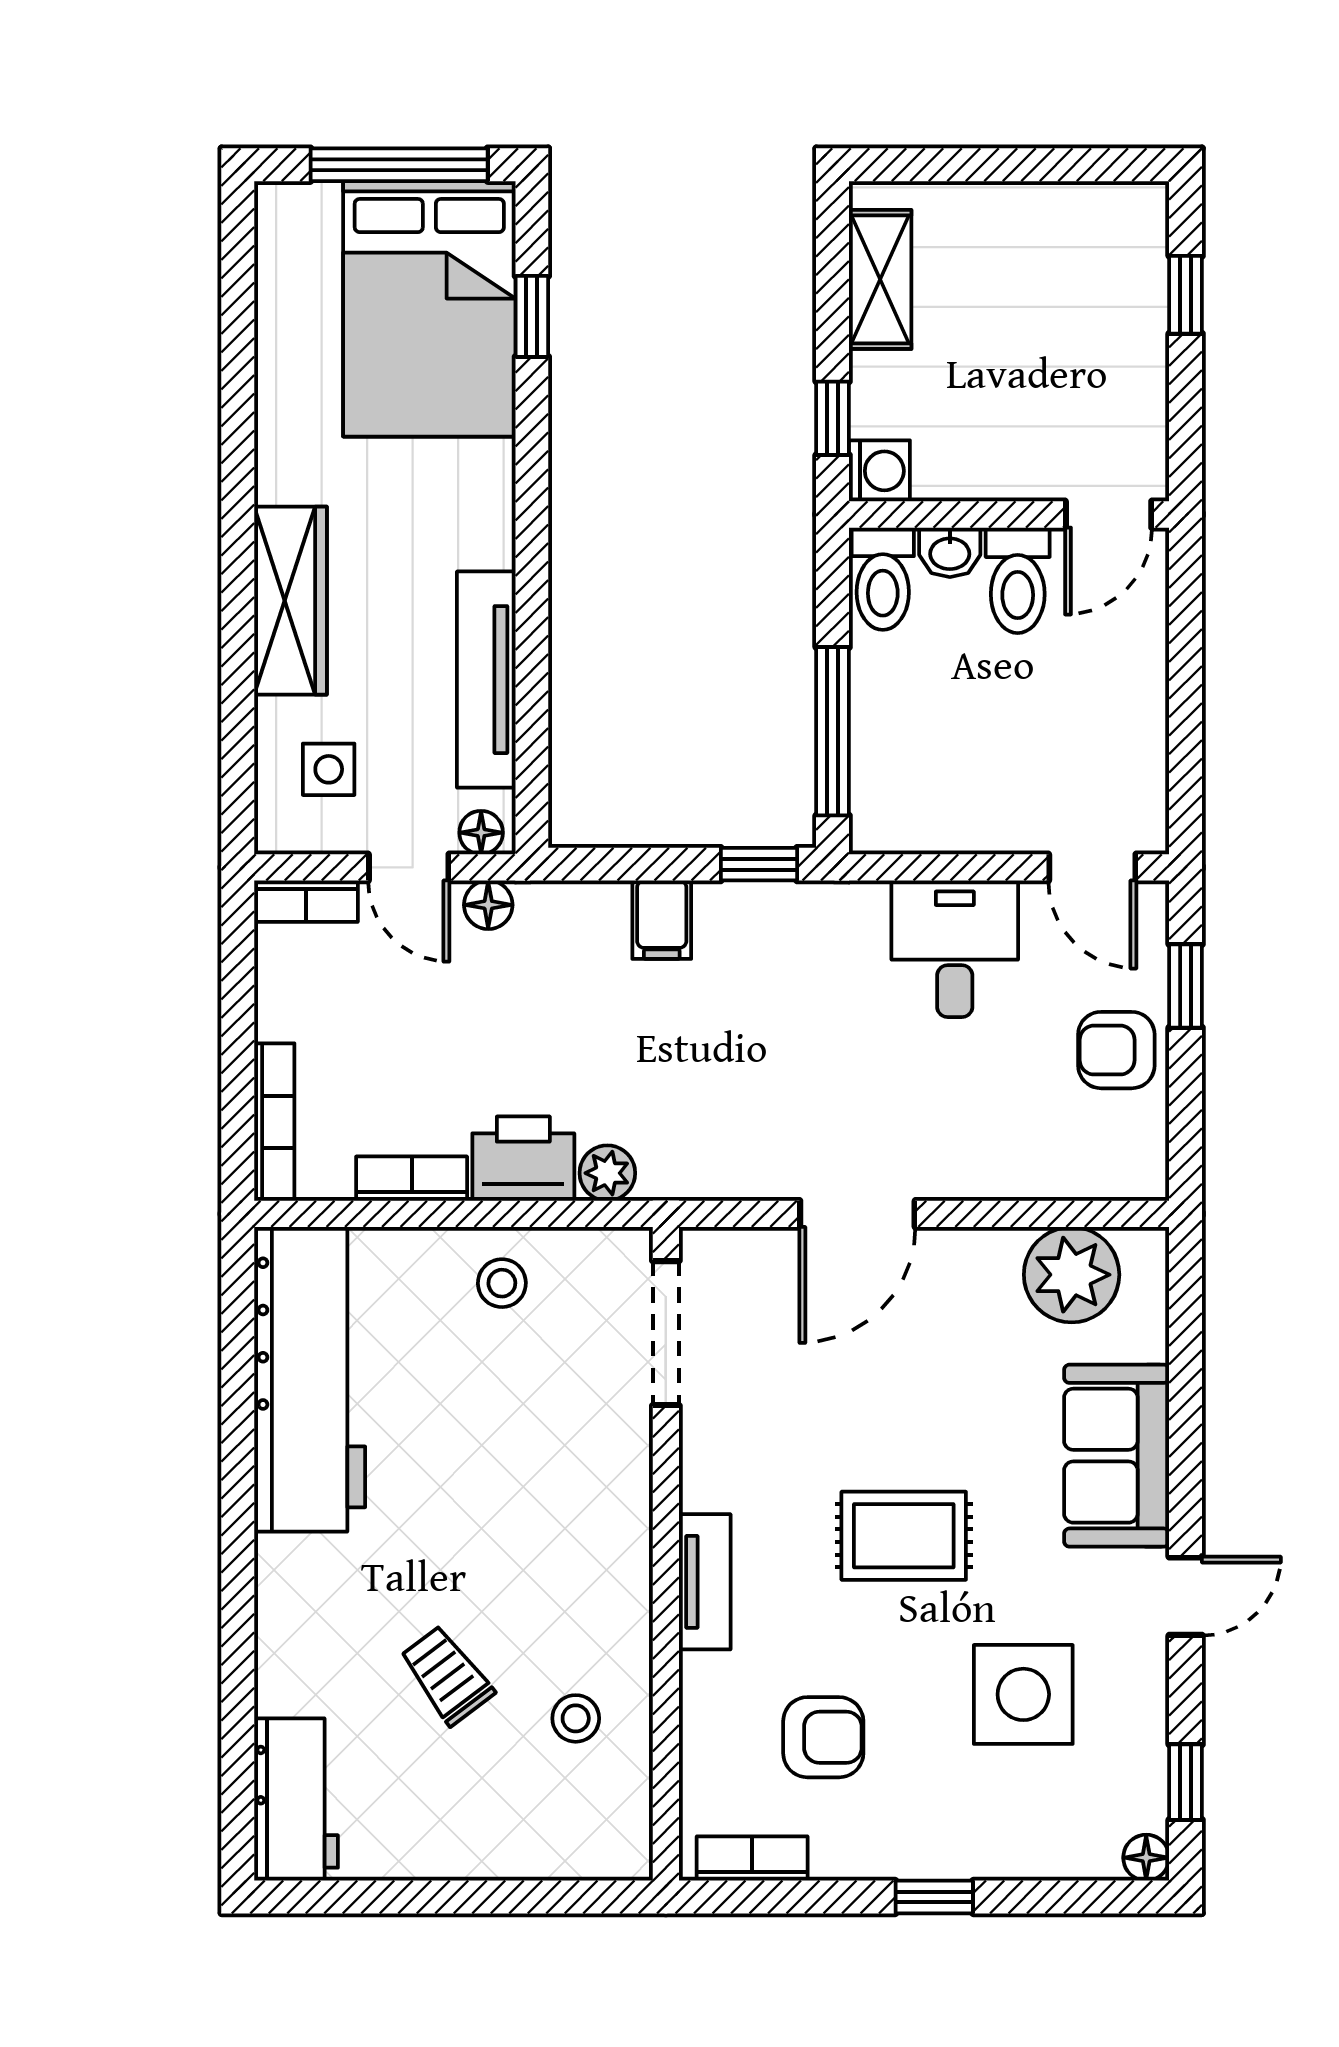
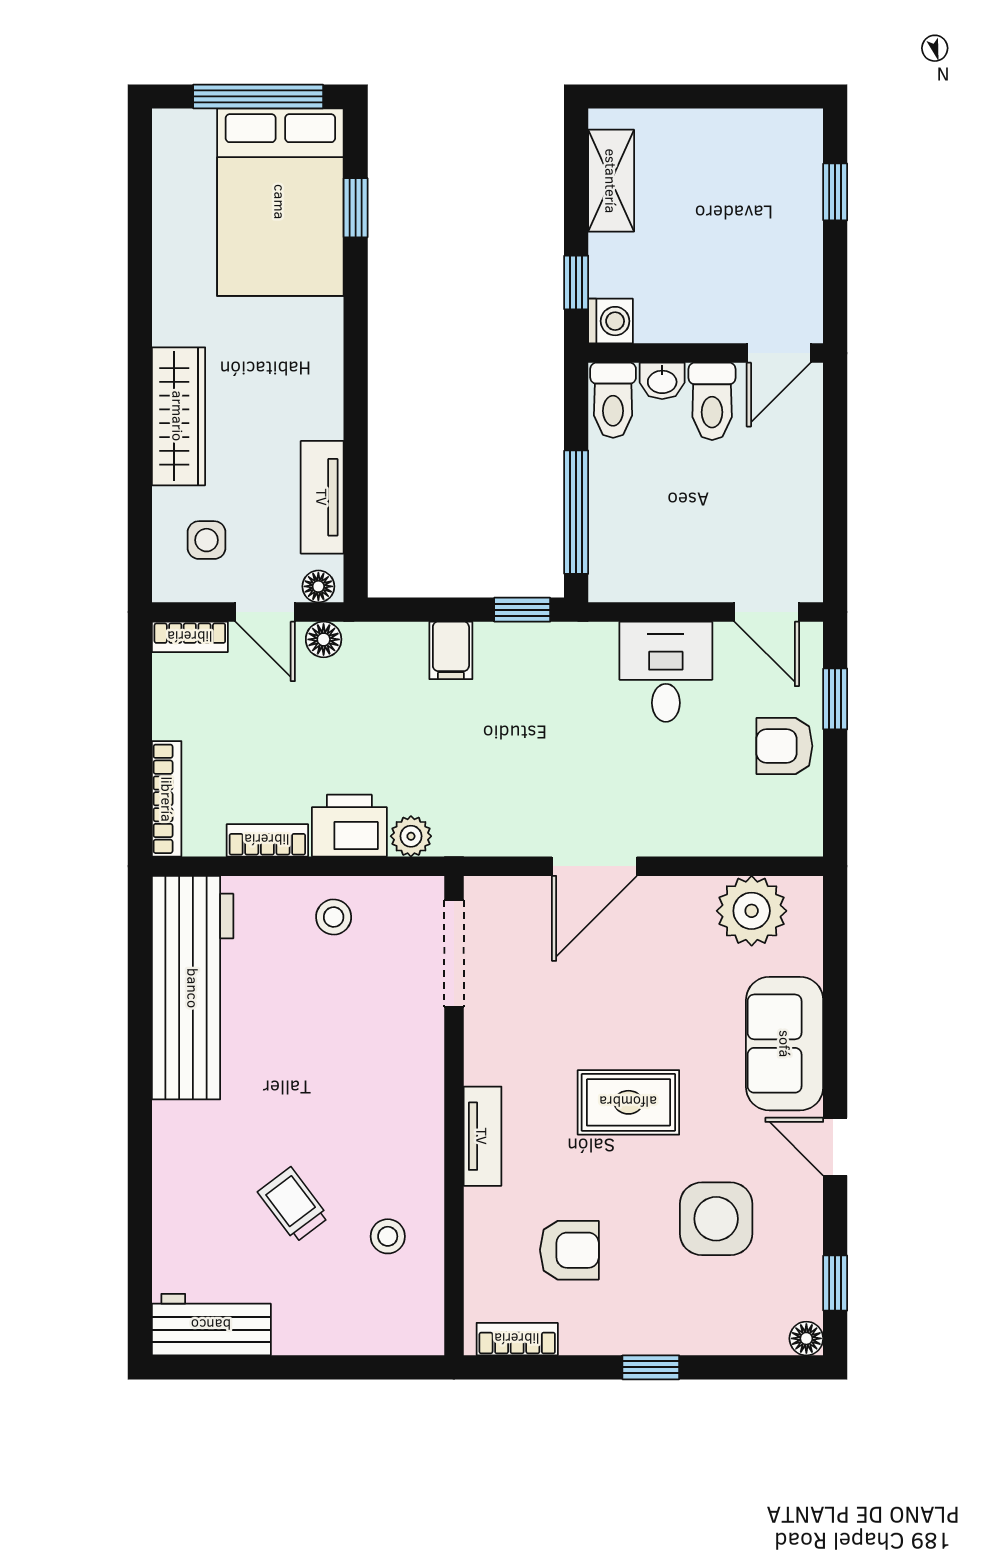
tv unit: (486, 680) -> (322, 497), width x0.71
door: (1186, 1596) -> (835, 1147), swing flipped
workbench: (296, 1799) -> (211, 1325), moved, turned -90

